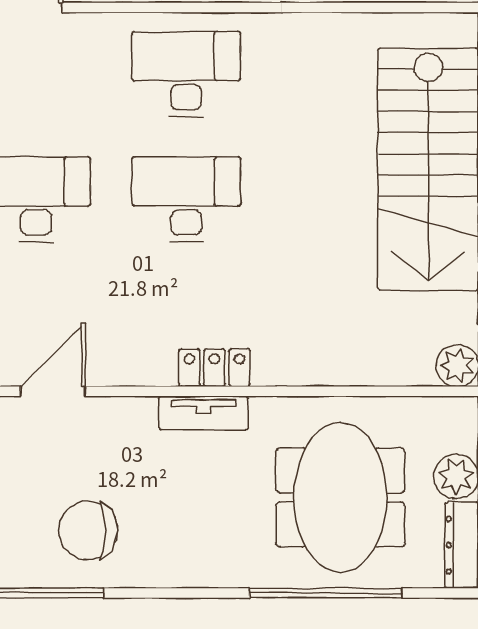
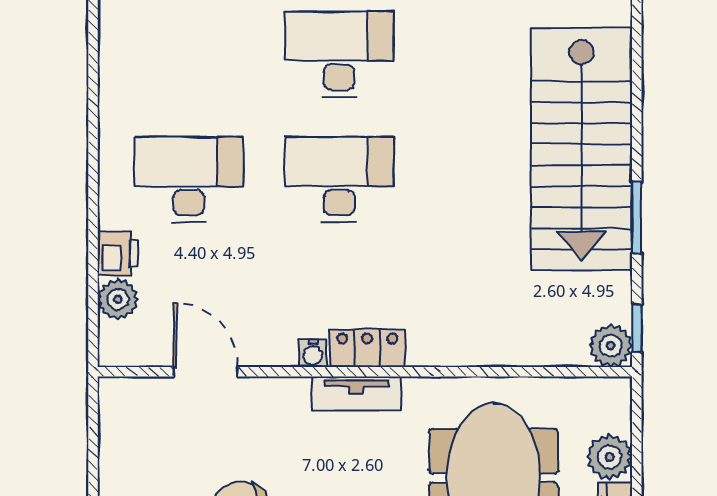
water cooler: (160, 373) -> (313, 353), added
door: (53, 391) -> (206, 372), hinge flipped

